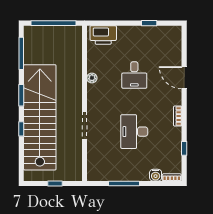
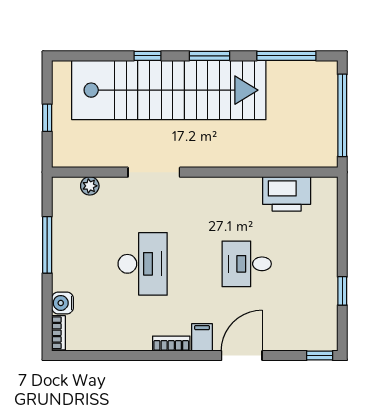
printer: (103, 35) -> (287, 194), moved, turned -90
plant: (92, 78) -> (90, 186), moved
filing cabinet: (174, 99) -> (202, 337), added
desk: (134, 132) -> (143, 264), turned 90
window: (184, 148) -> (320, 355), moved

